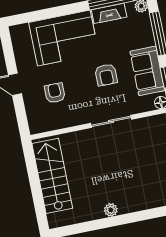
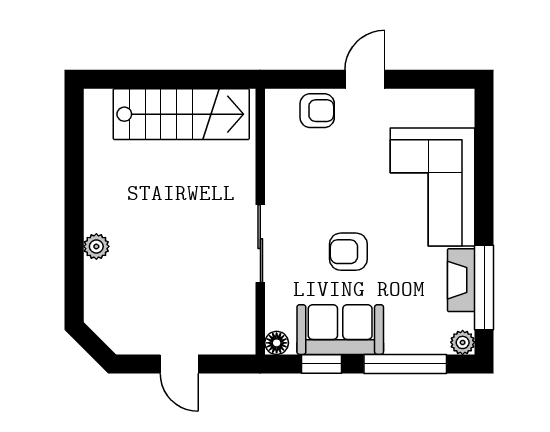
armchair: (55, 93) -> (317, 111), moved
plant: (111, 210) -> (96, 246), moved

